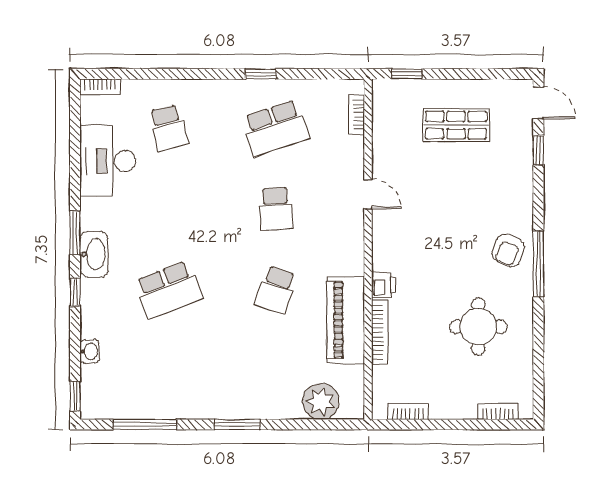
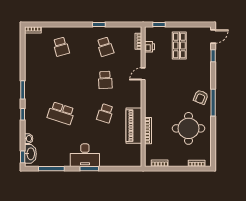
door: (538, 103) -> (213, 36), hinge flipped
shop shelf: (456, 125) -> (179, 46), turned 90
school desk: (276, 128) -> (105, 47), width x0.54
desk: (108, 161) -> (85, 155), moved, turned -90
door: (368, 194) -> (143, 74), swing flipped
washbasin: (94, 254) -> (30, 154), moved
printer: (384, 285) -> (150, 47), moved
school desk: (169, 290) -> (61, 113), turned 39
round table: (478, 327) -> (188, 128), width x1.36, depth x1.36
plant: (321, 401) -> (124, 159), removed

